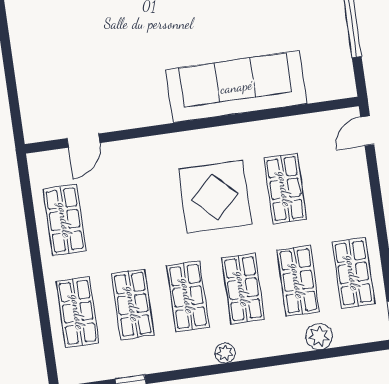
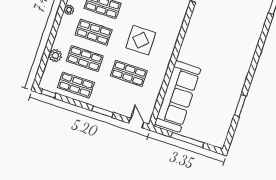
sofa: (236, 87) -> (178, 96), moved
display table: (215, 197) -> (141, 40), width x0.73, depth x0.73
window: (377, 201) -> (103, 112), added

